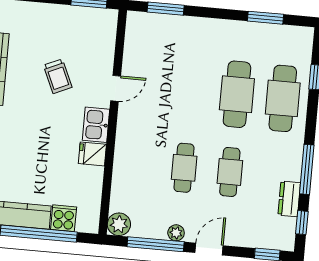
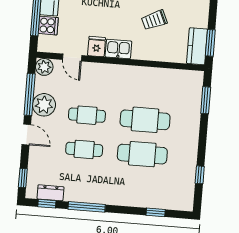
window: (265, 18) -> (200, 175), width x0.67
kitchen counter: (93, 19) -> (197, 46), added
door: (116, 88) -> (72, 57), moved
cafe table: (283, 98) -> (145, 120), moved
dresser: (289, 199) -> (50, 193), moved
plant: (176, 233) -> (44, 105), width x1.87, depth x1.87

